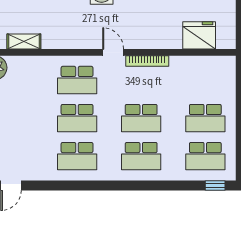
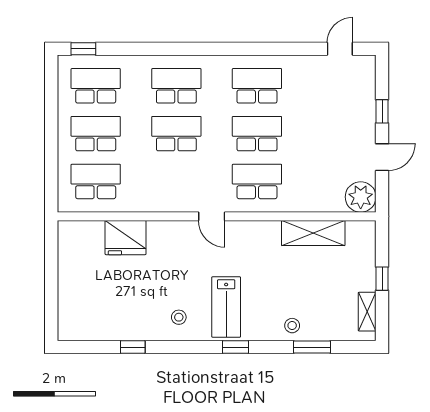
fridge: (199, 35) -> (126, 238), moved
shelving: (24, 41) -> (313, 233), width x1.50, depth x1.33
bookcase: (147, 61) -> (169, 205), removed
school desk: (205, 80) -> (96, 181), added

